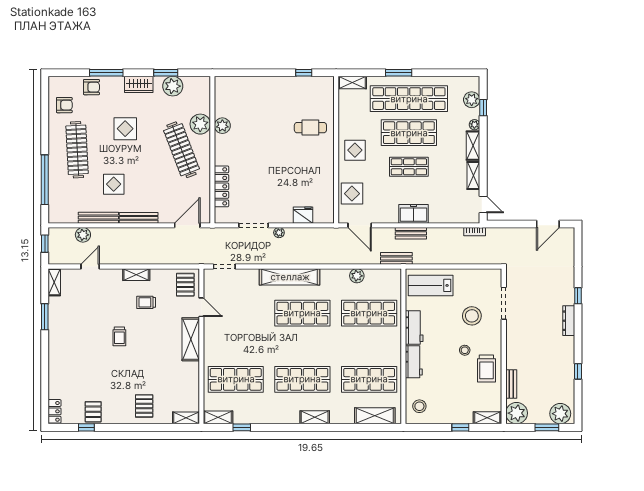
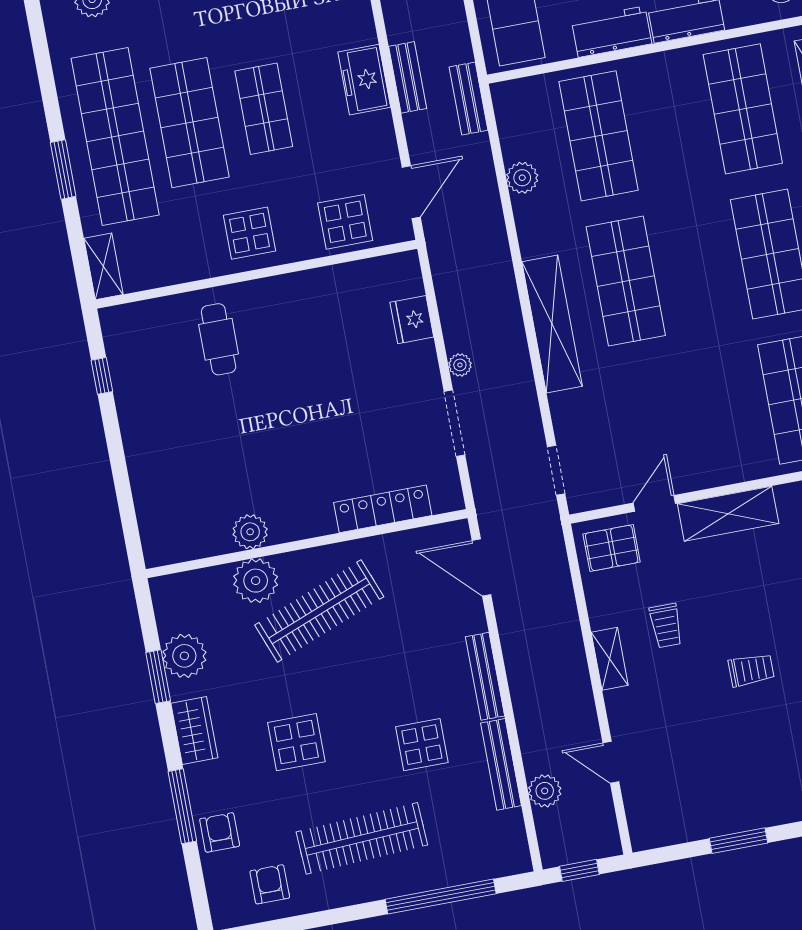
shelving: (54, 282) -> (660, 834), removed

